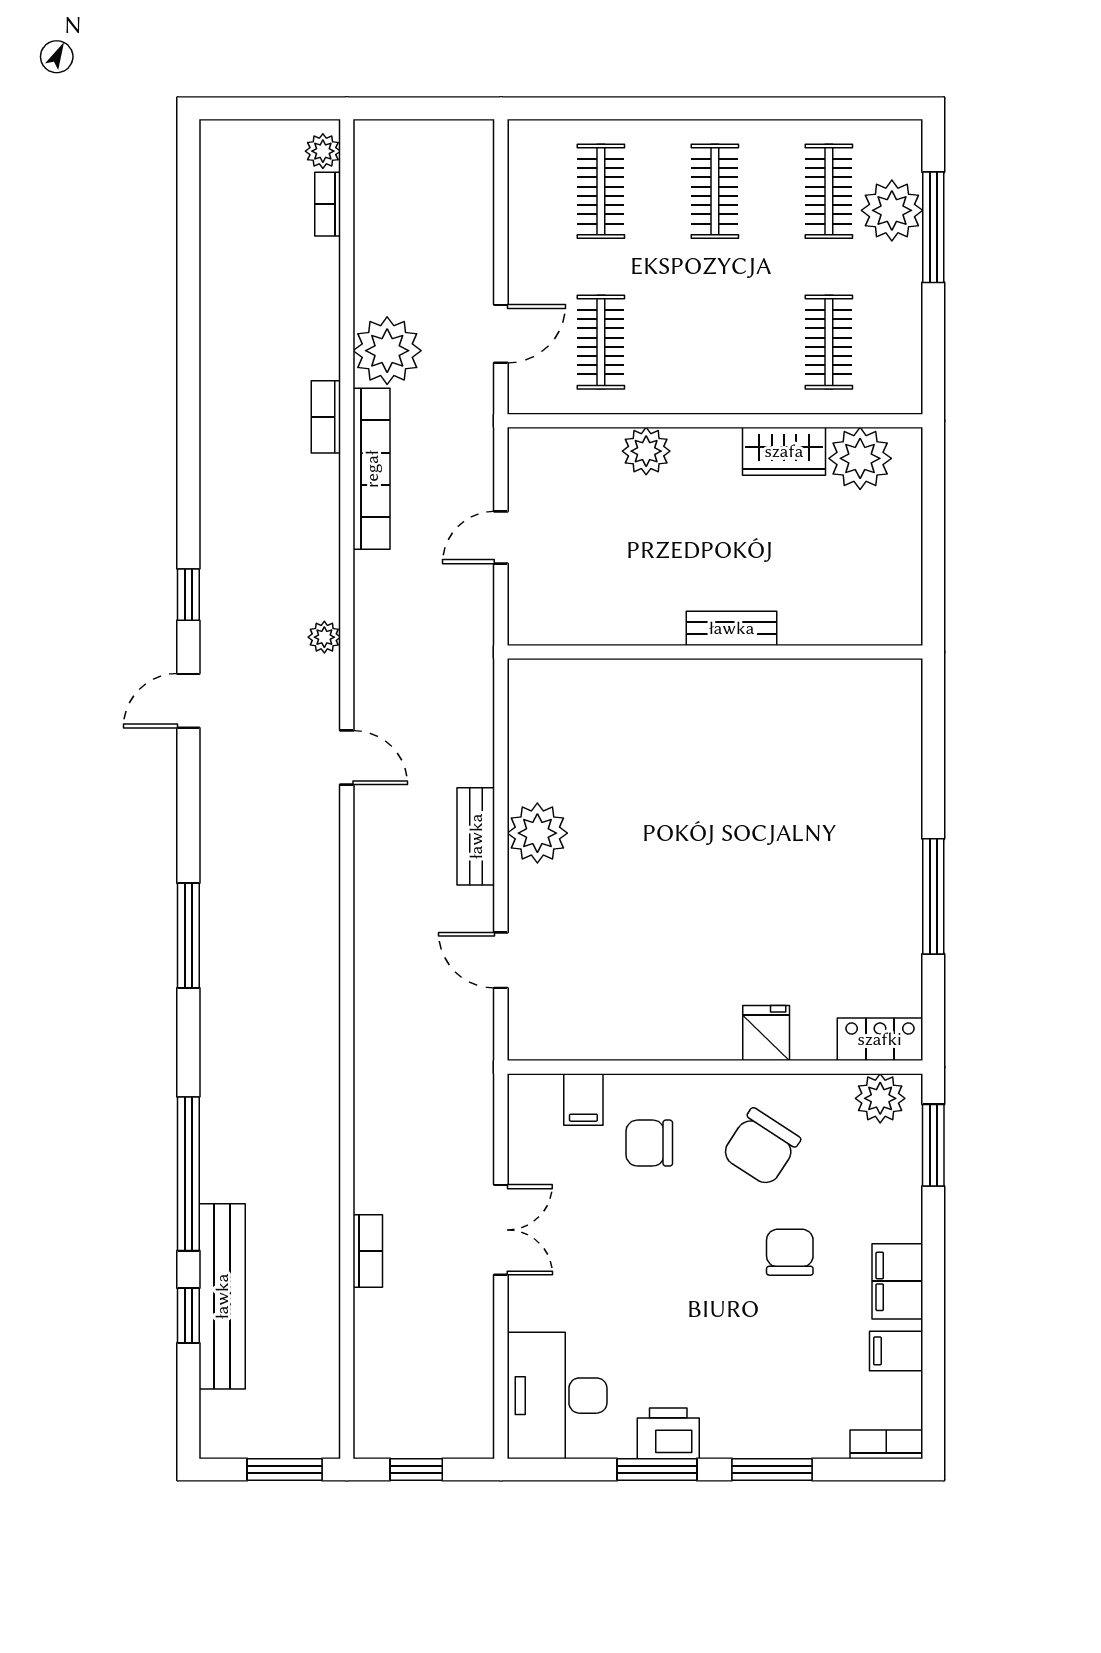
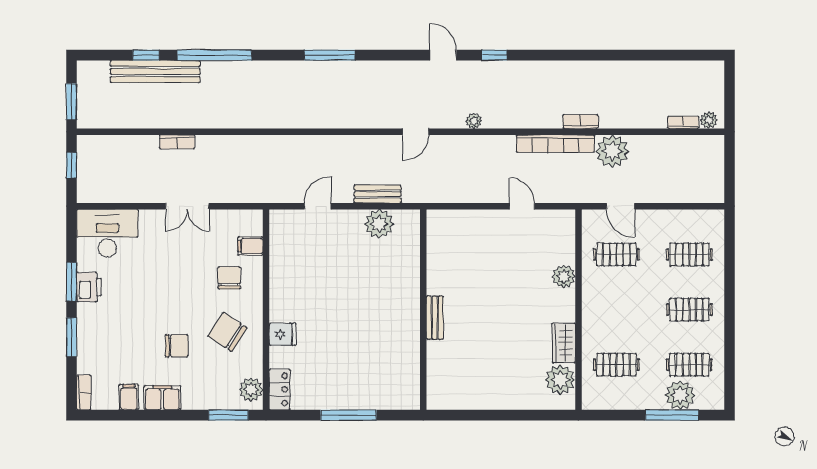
bench: (732, 628) -> (435, 318), moved
wall: (715, 652) -> (423, 310), moved

